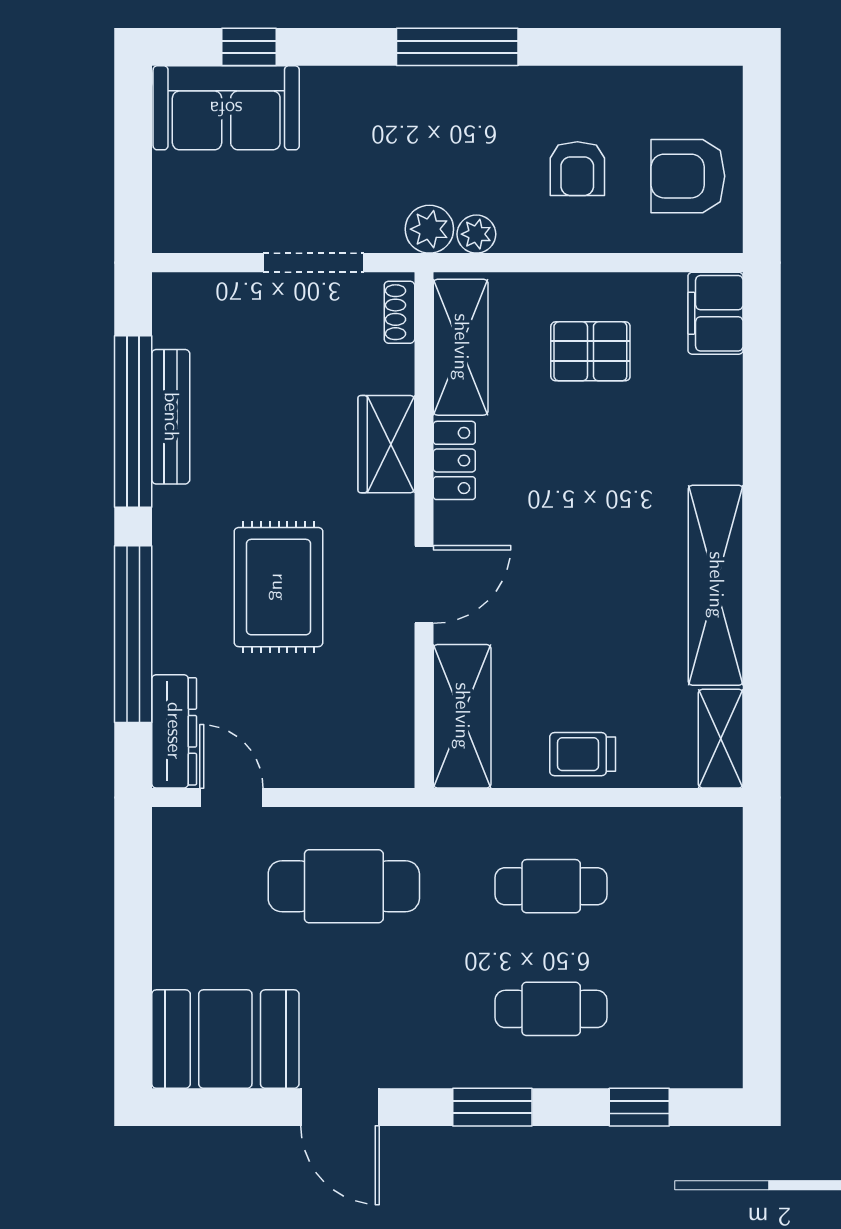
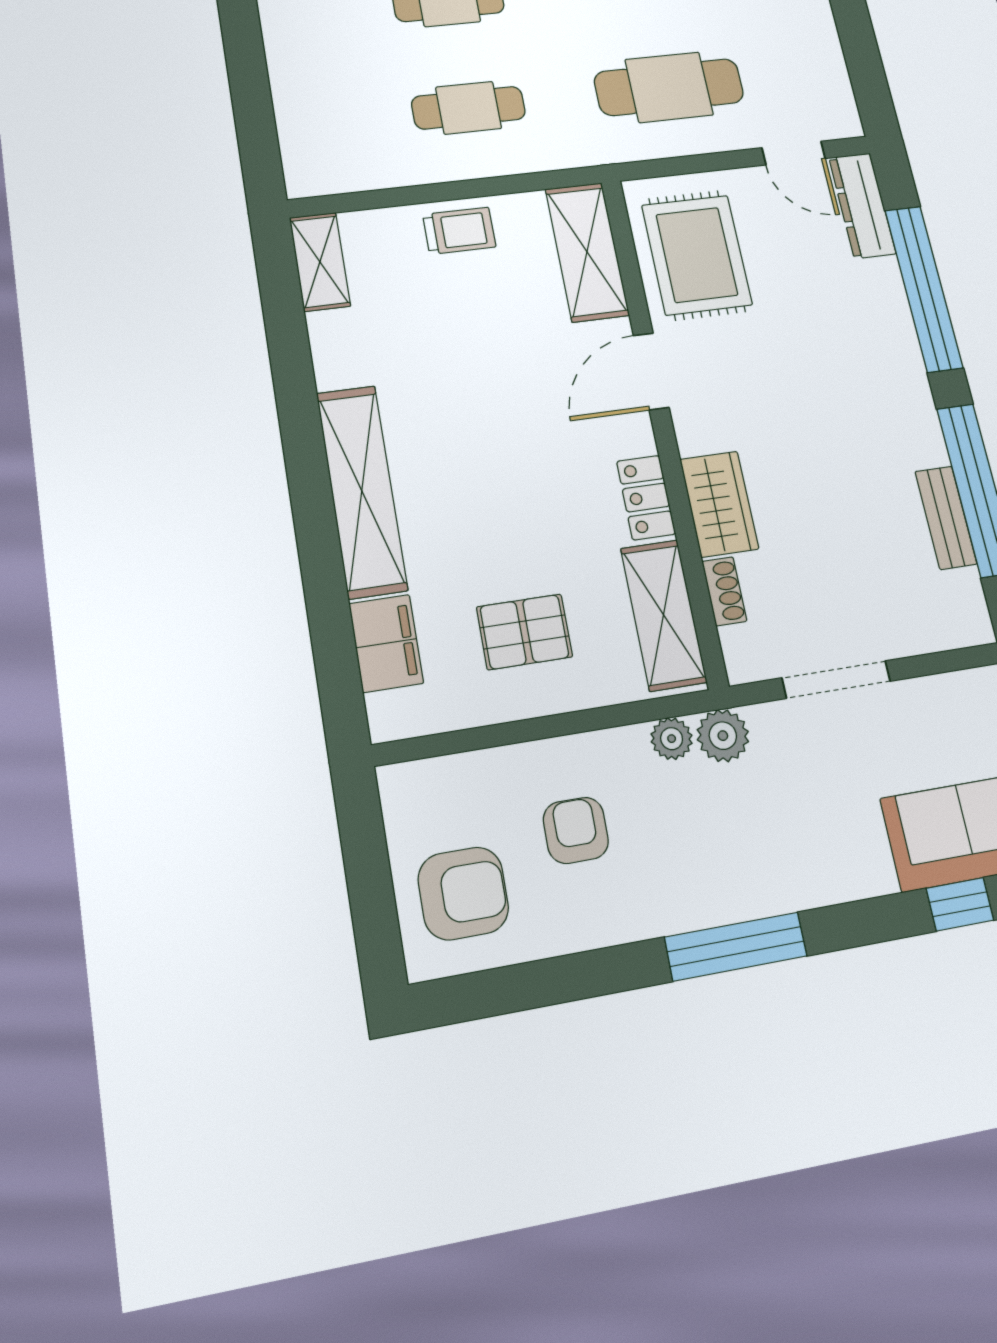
armchair: (688, 176) -> (463, 893), moved
shoe rack: (399, 312) -> (724, 591), moved
filing cabinet: (715, 313) -> (386, 643), moved
bench: (171, 417) -> (946, 518), width x0.73
shelving: (716, 585) -> (362, 491), moved
rug: (279, 587) -> (697, 255), moved

